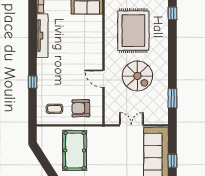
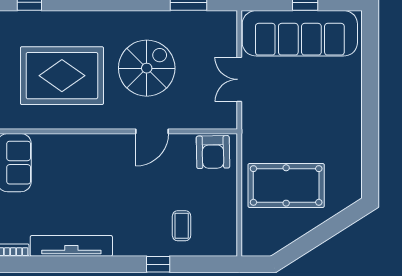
armchair: (81, 108) -> (213, 152), moved
coffee table: (54, 109) -> (182, 226), moved

